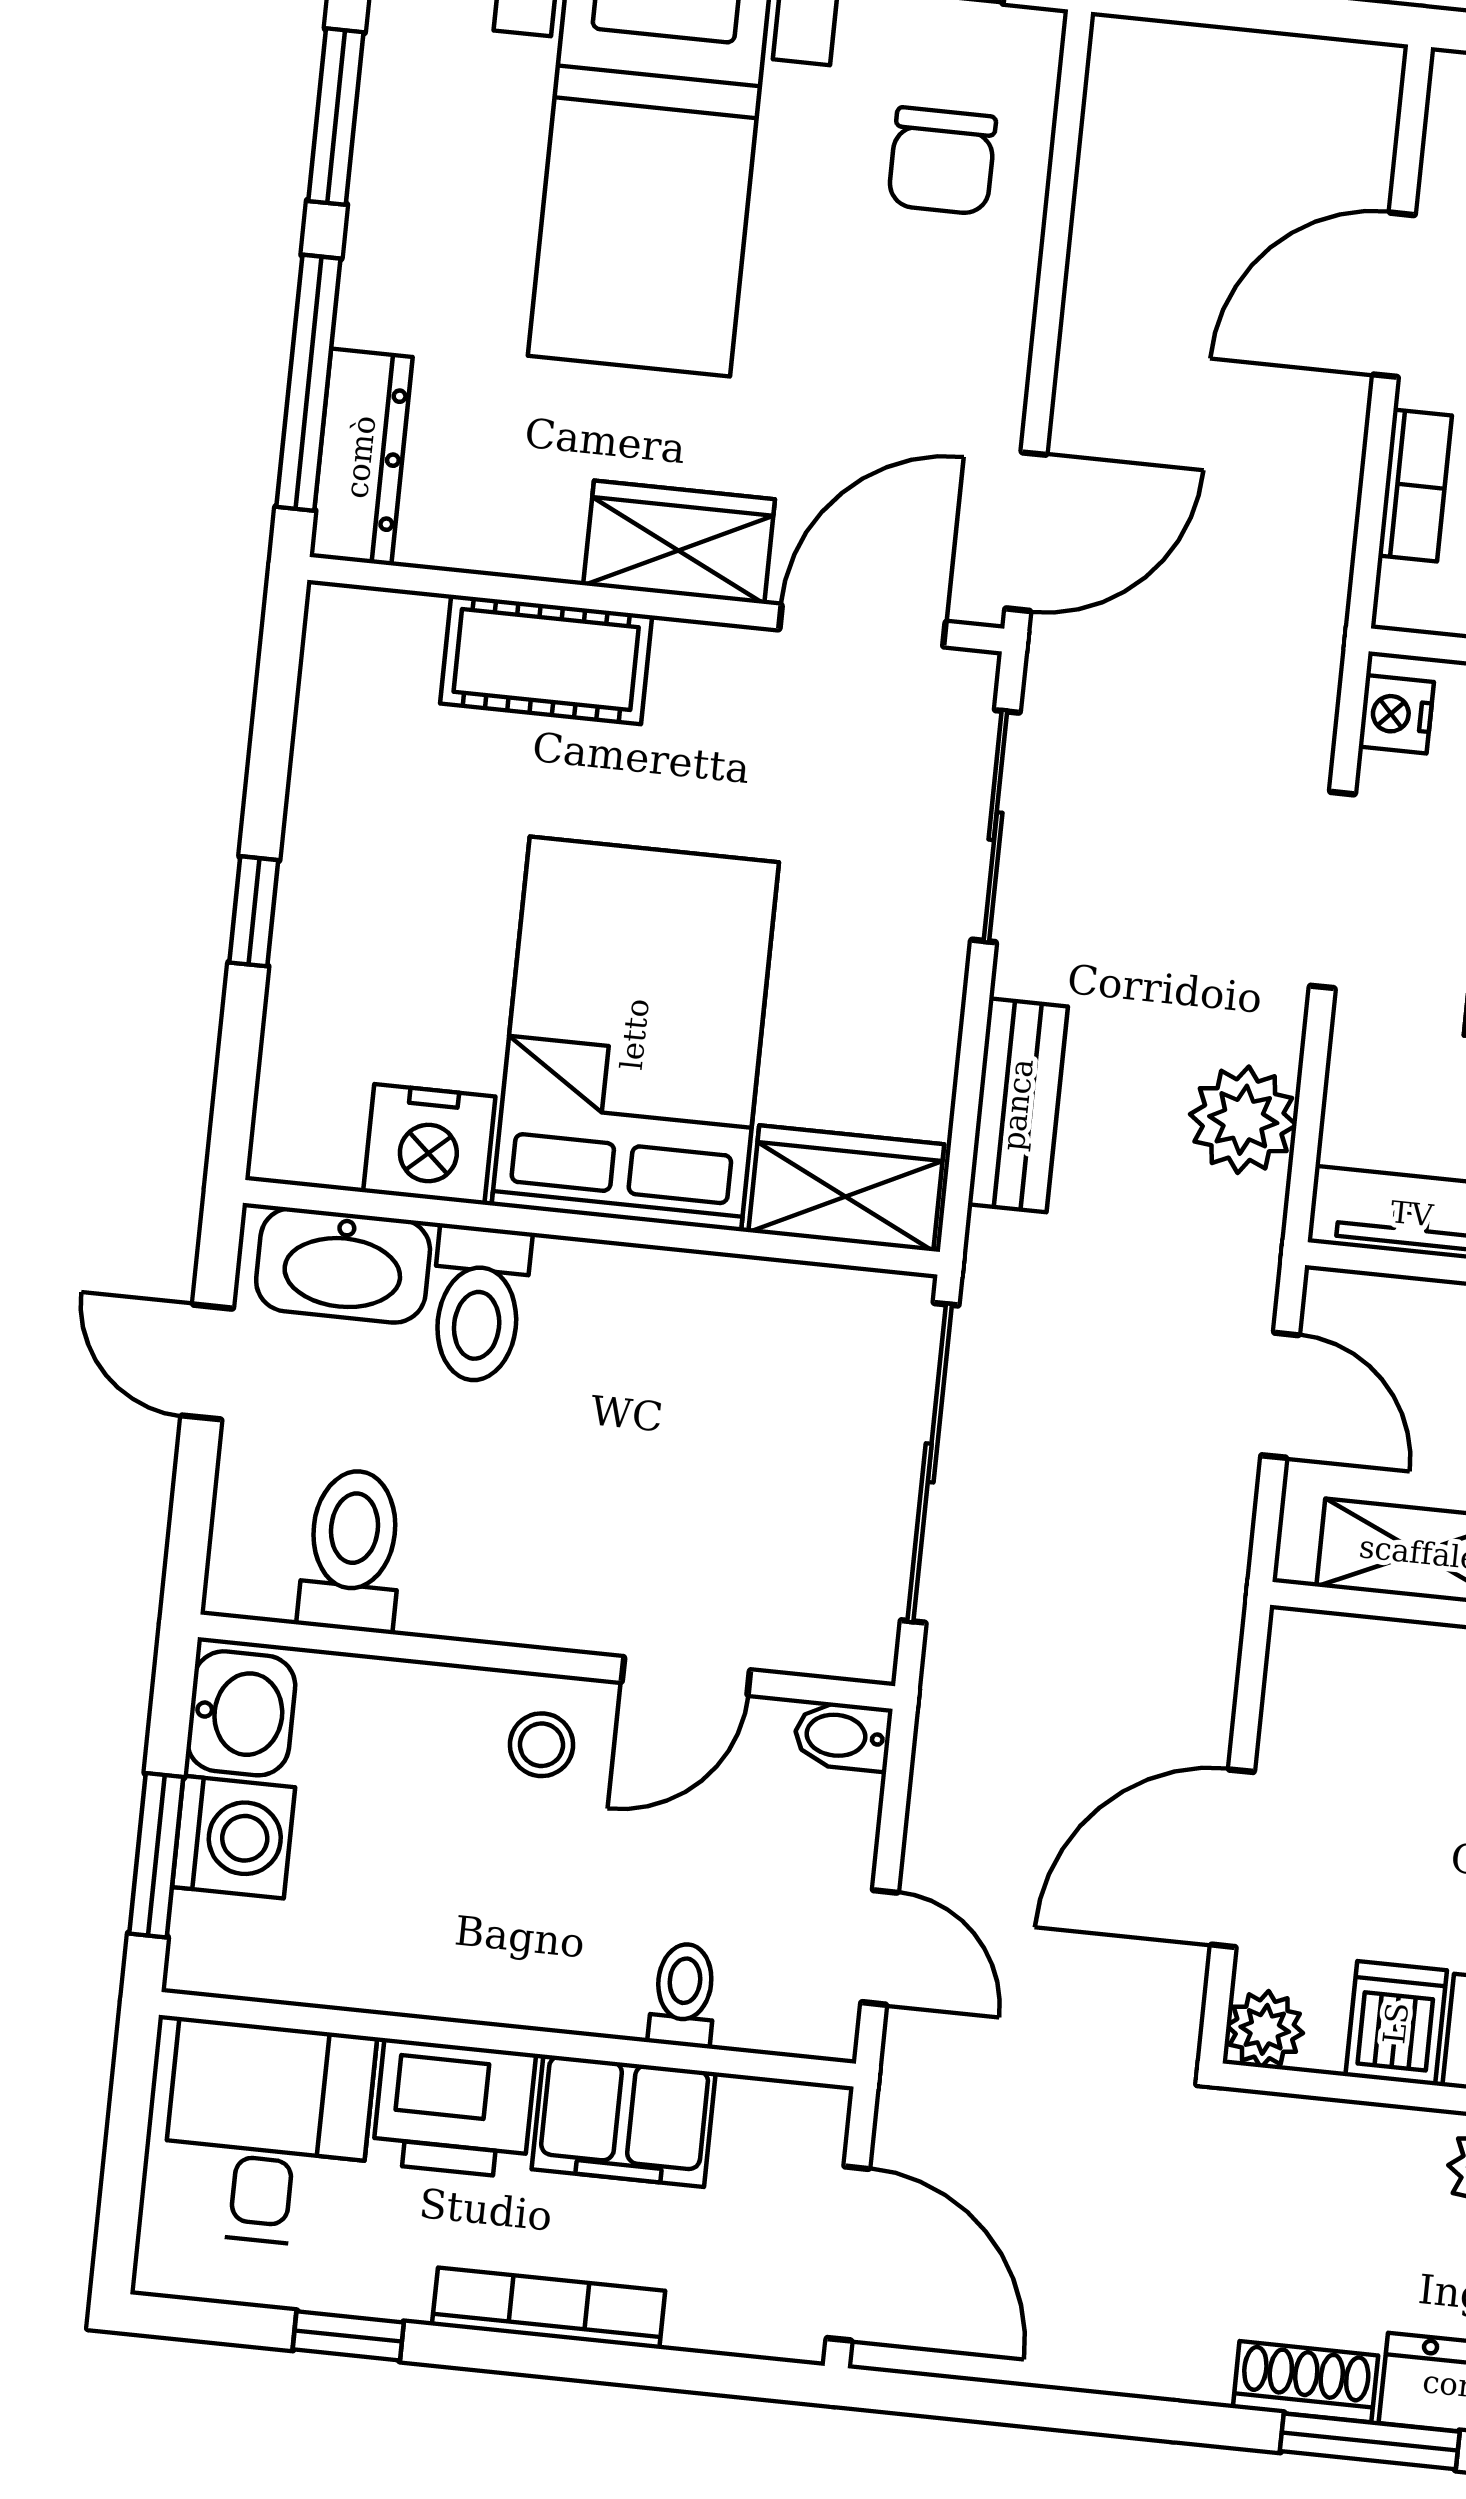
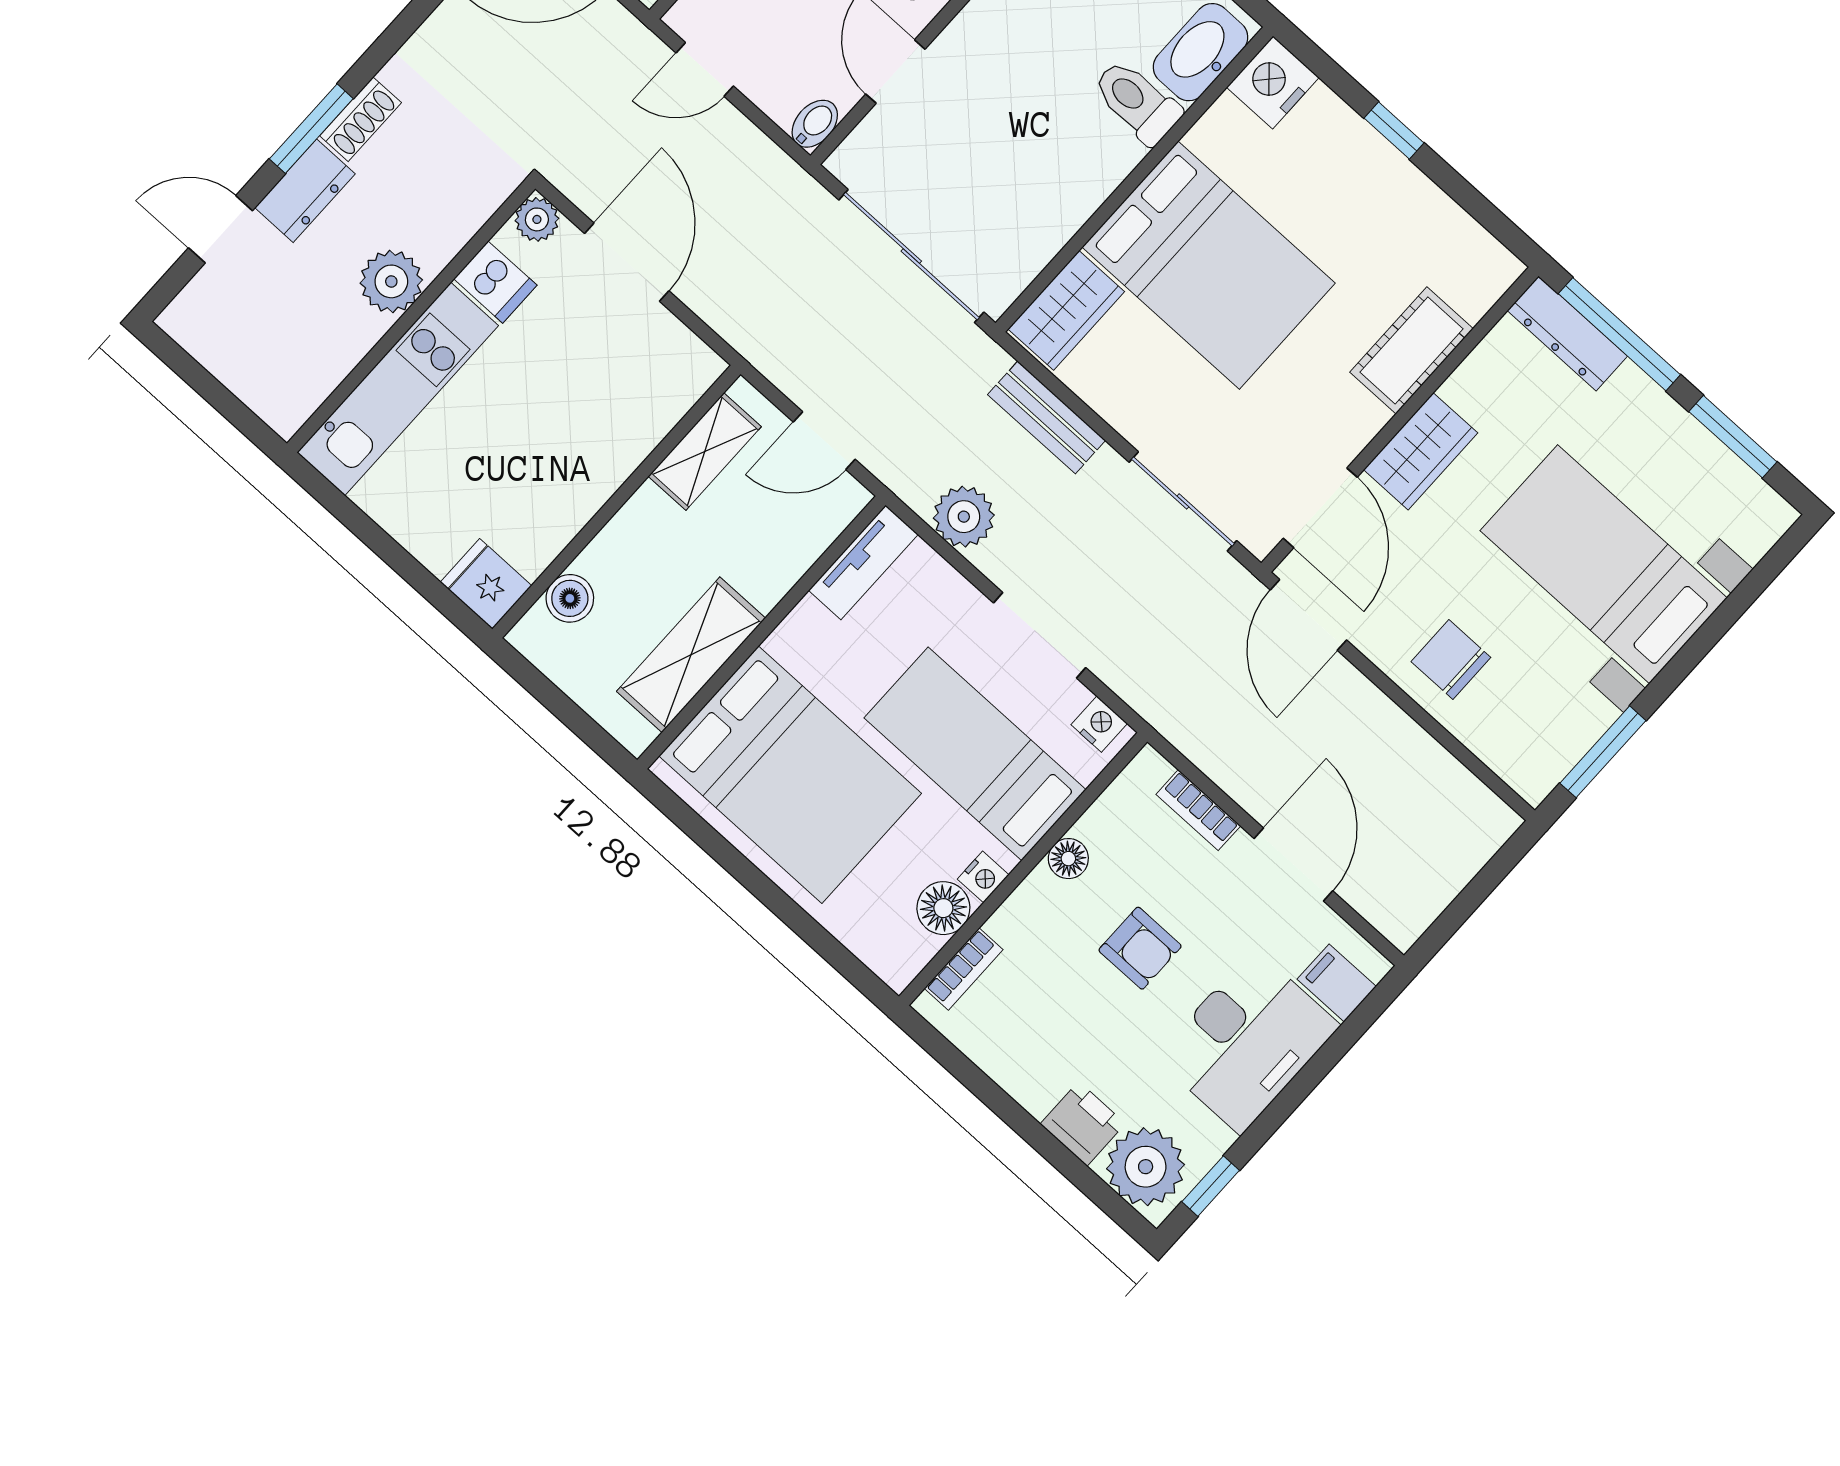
chair: (942, 161) -> (1451, 659), moved
nightstand: (429, 1144) -> (1273, 82), moved

